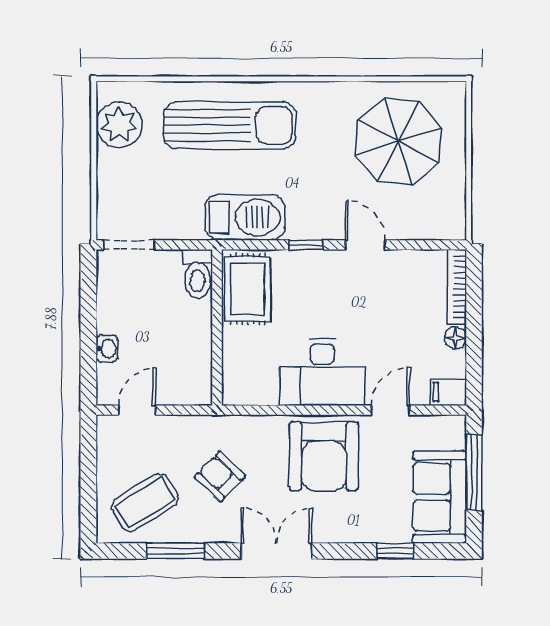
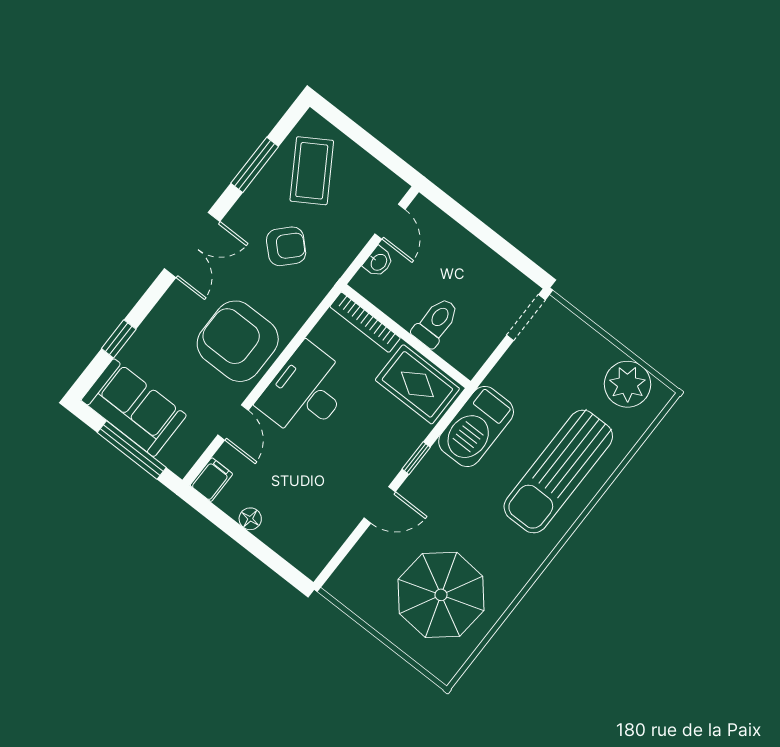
toilet: (198, 274) -> (436, 322), moved, turned 90
bookcase: (457, 287) -> (365, 322), moved, turned 180
washbasin: (107, 349) -> (378, 262), moved, turned -90

